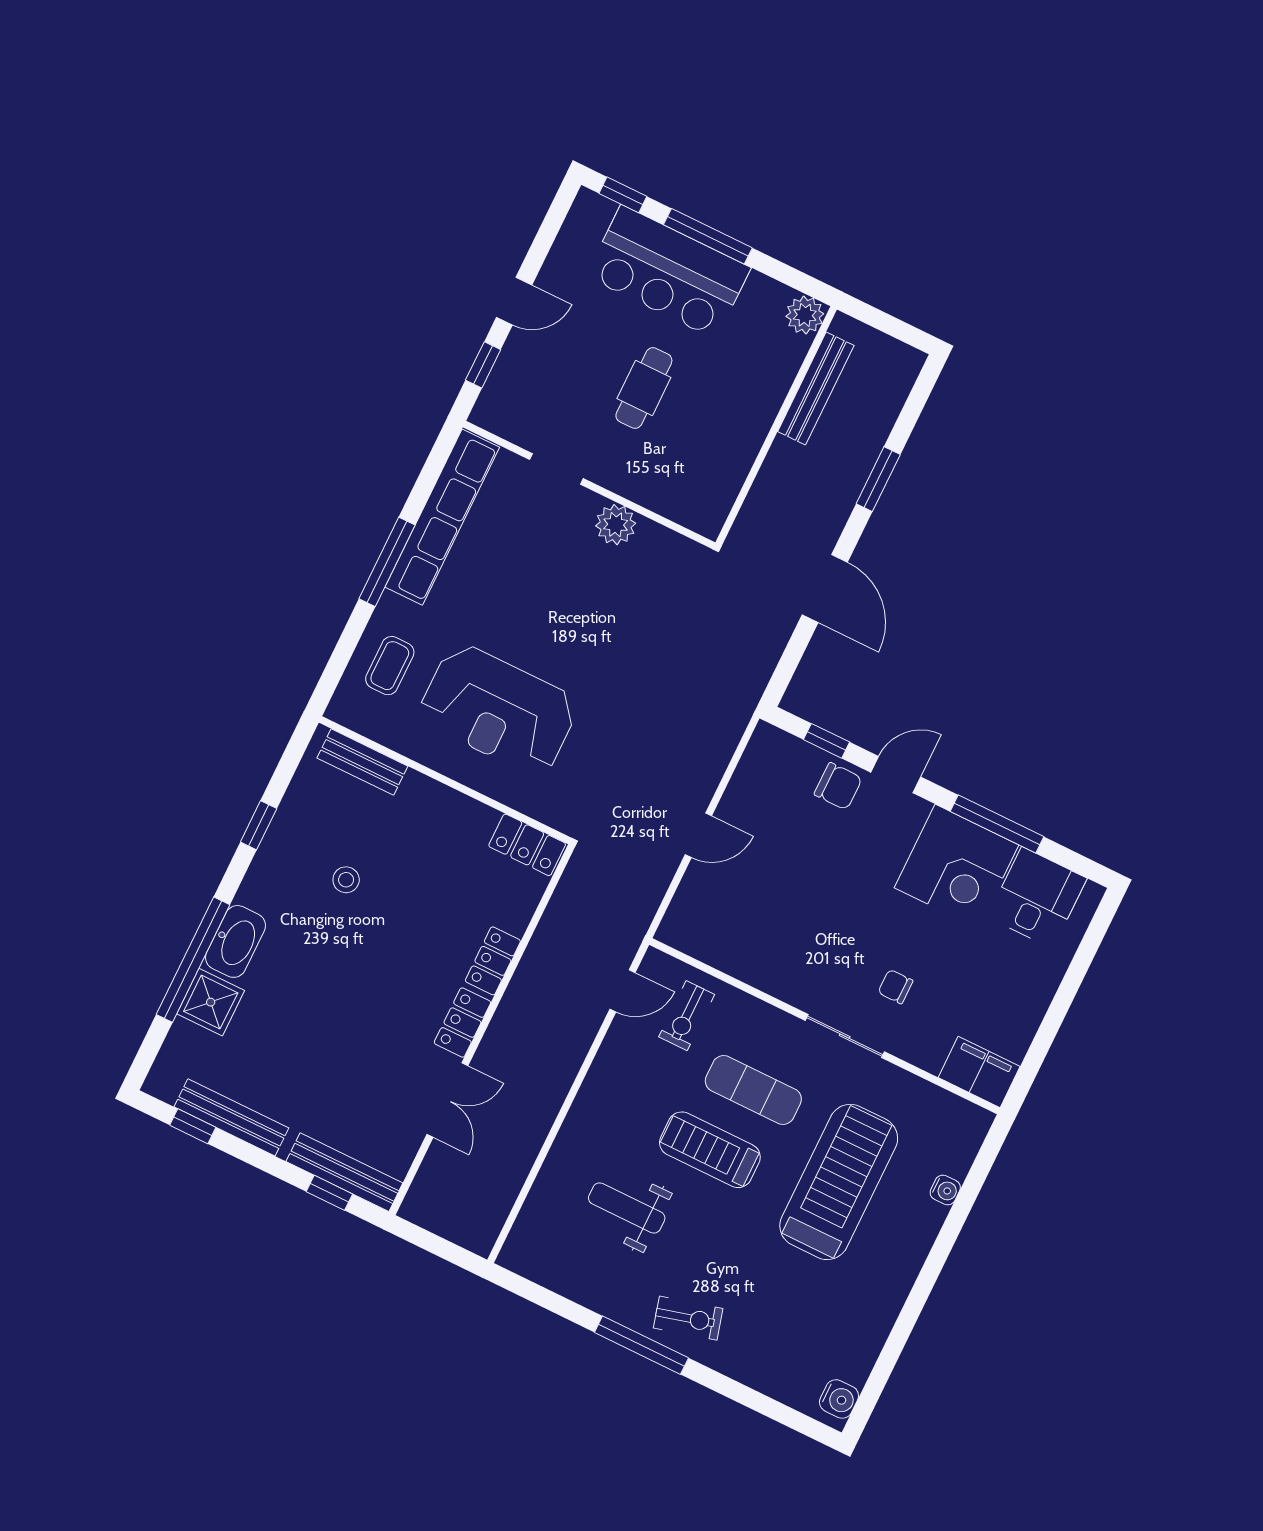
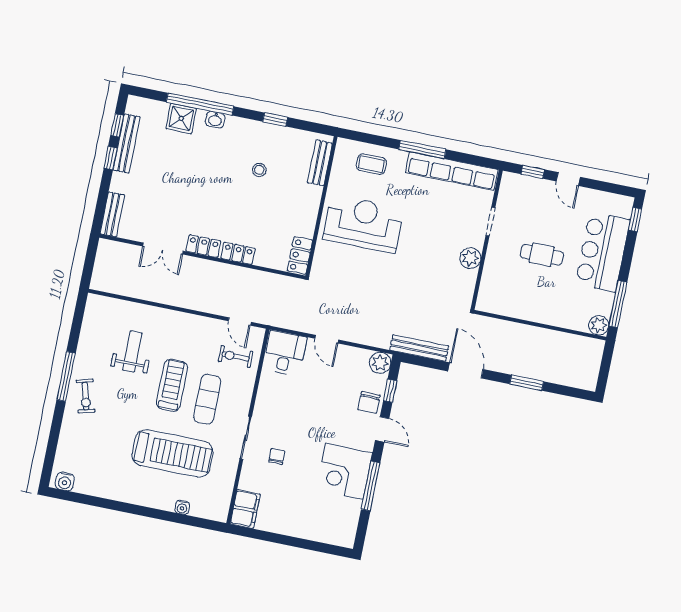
window: (708, 236) -> (618, 304), moved
bench: (816, 388) -> (419, 348), moved
door: (825, 588) -> (465, 370), swing flipped
reception desk: (498, 710) -> (363, 224), turned 90
plant: (769, 746) -> (380, 363), added
desk: (1037, 898) -> (285, 353), moved, turned -90
washbasin: (235, 941) -> (215, 120), width x0.52, depth x0.69
bench: (344, 1172) -> (112, 214), width x0.73
window: (329, 1193) -> (111, 158), moved

